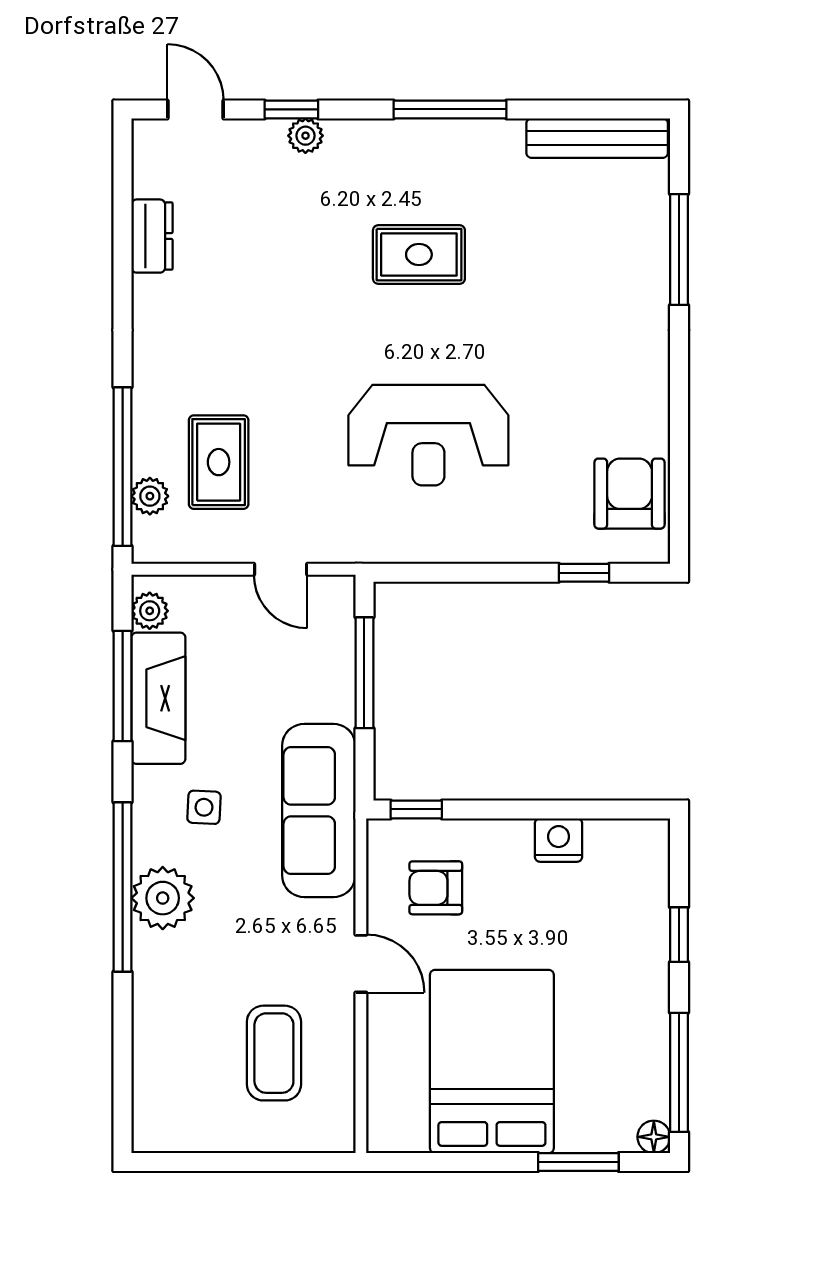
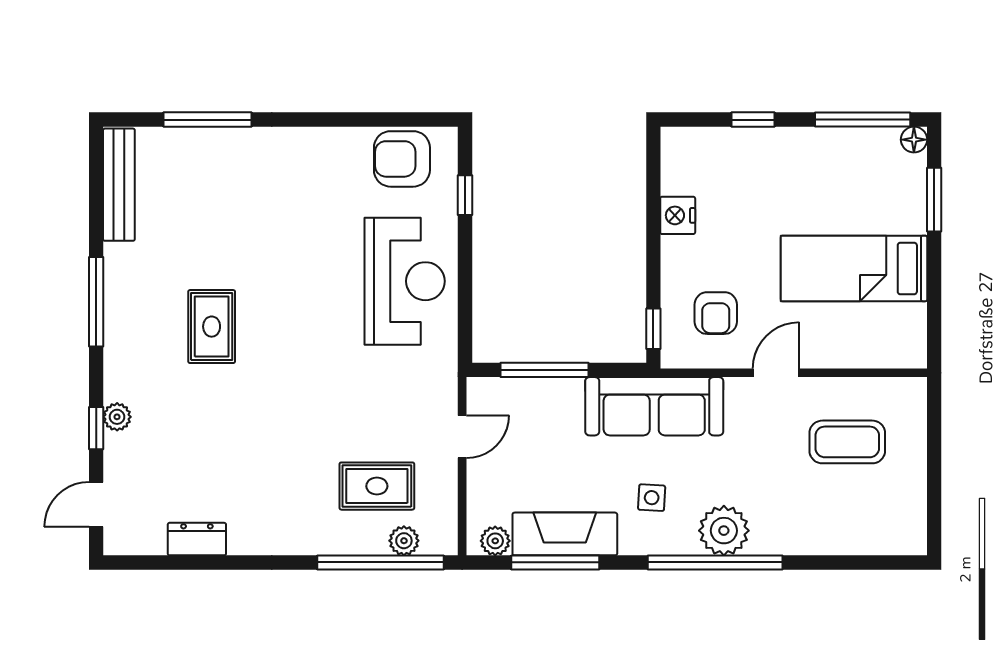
reception desk: (428, 435) -> (405, 281), moved
bed: (492, 1062) -> (854, 268), width x0.67

